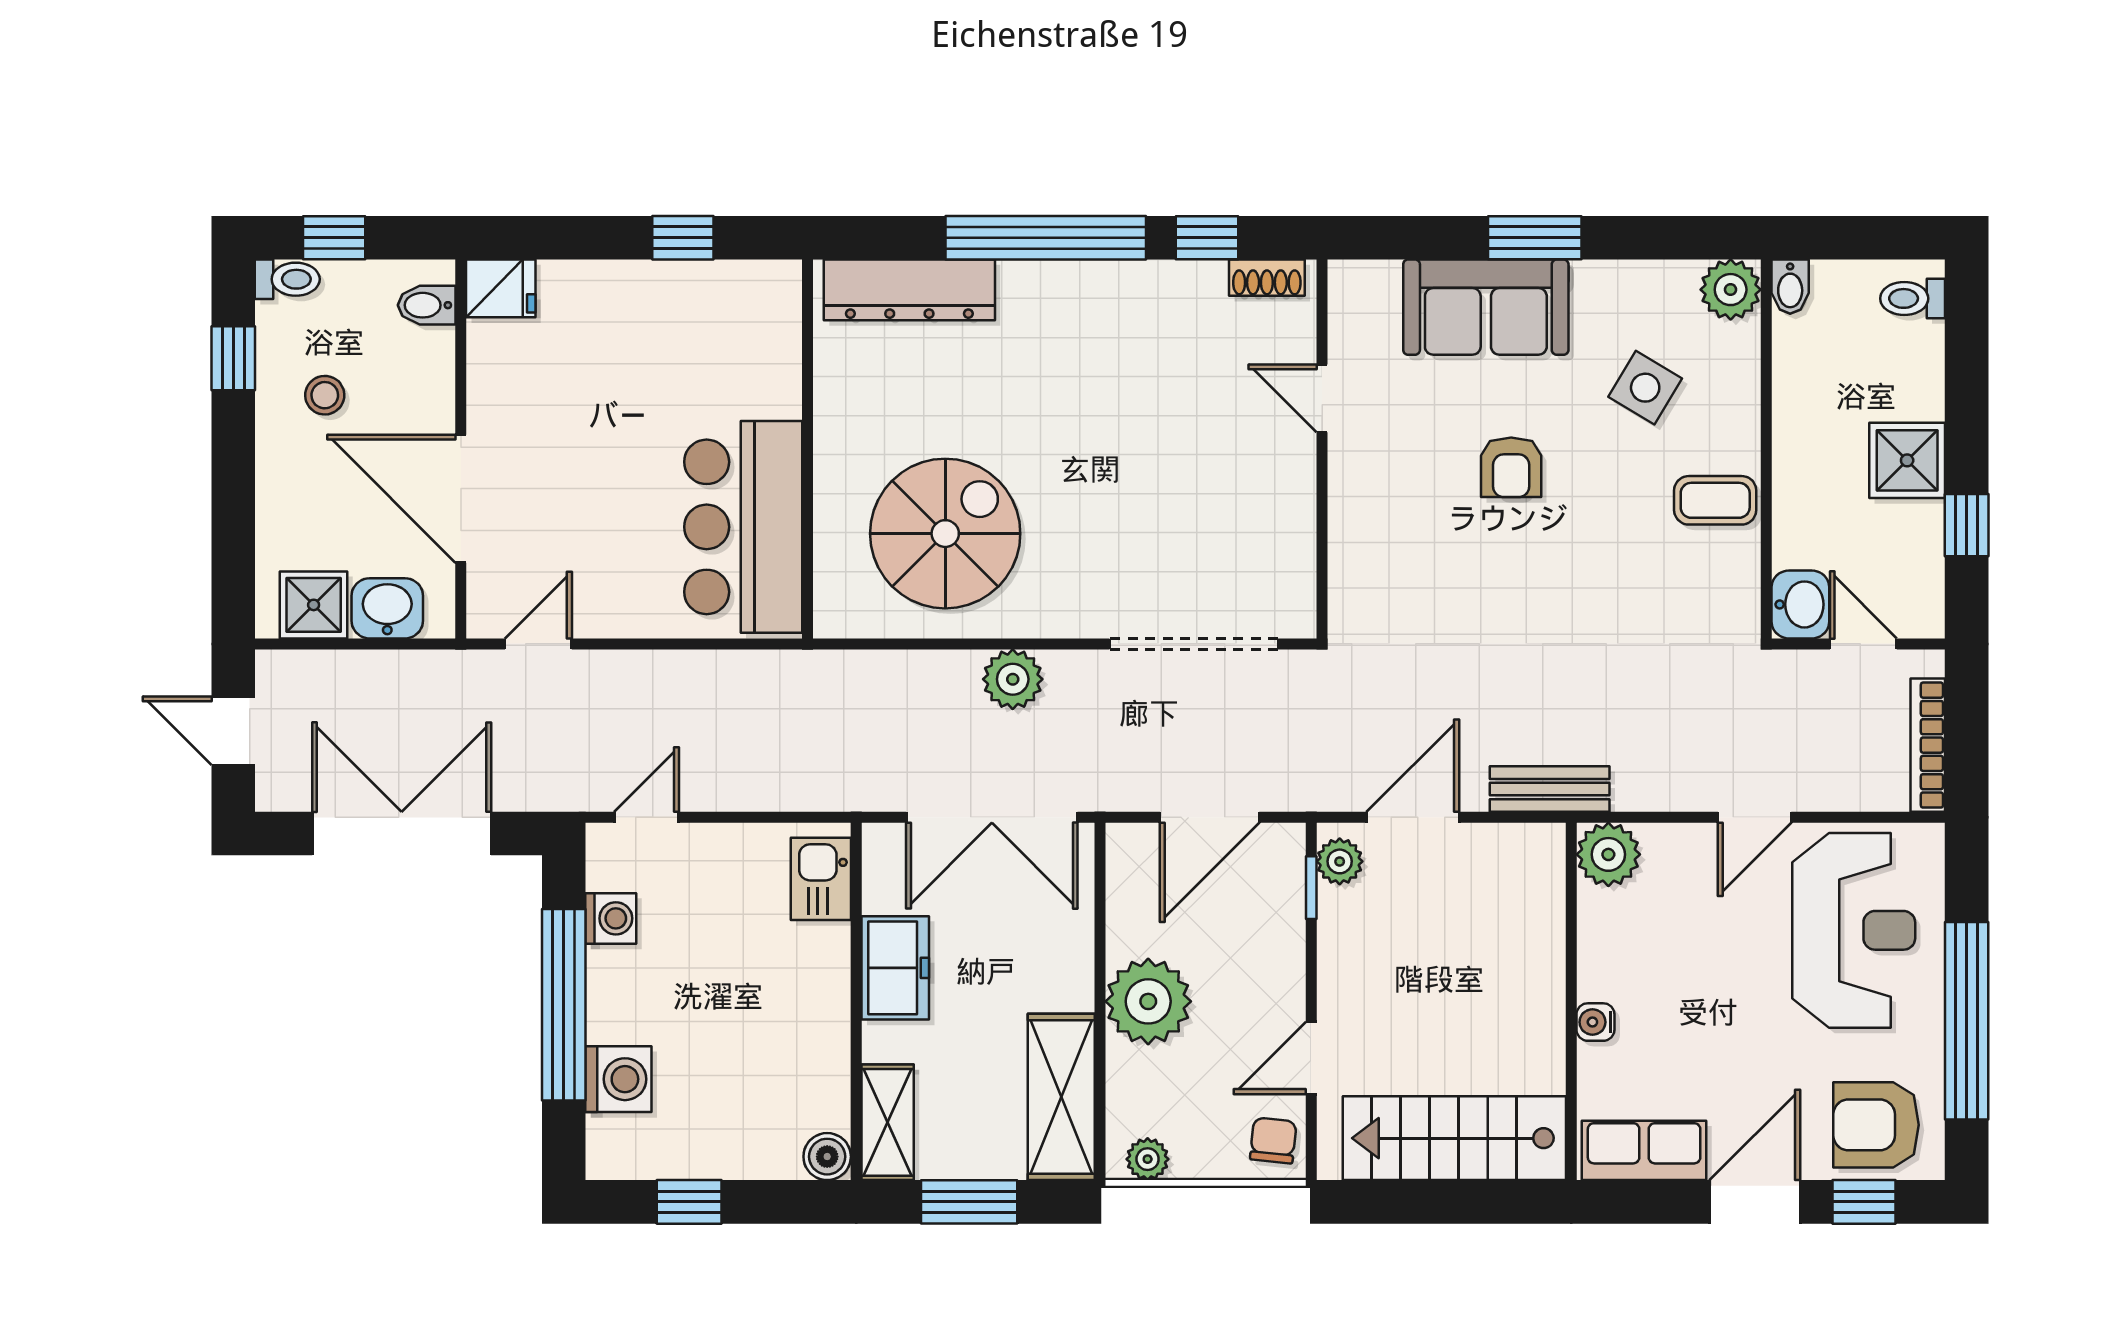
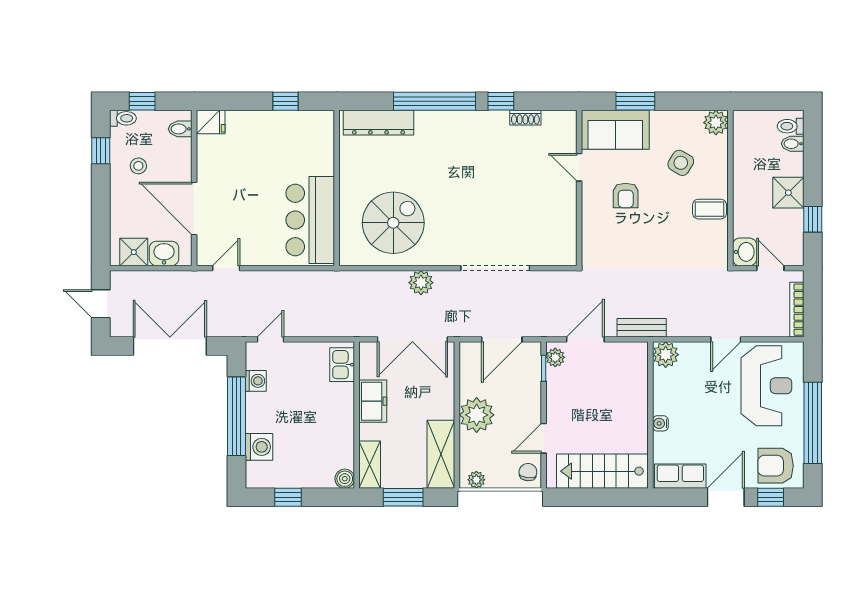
bidet: (1790, 287) -> (793, 144), moved, turned 90
door: (1322, 398) -> (579, 167), moved
wall: (1322, 449) -> (579, 188), moved

